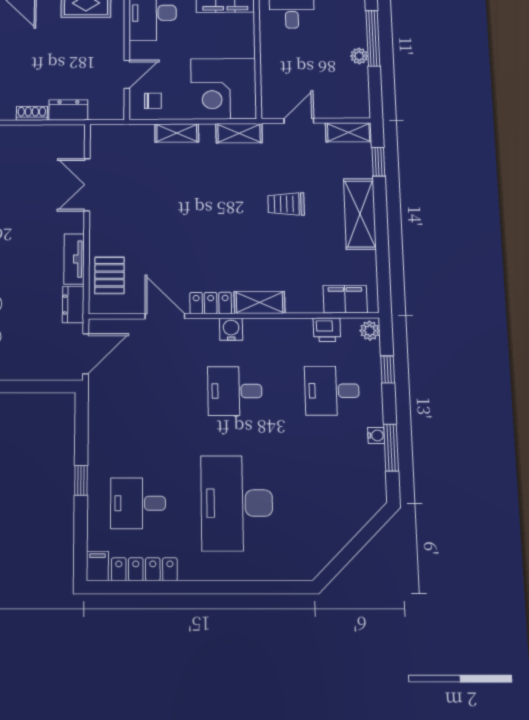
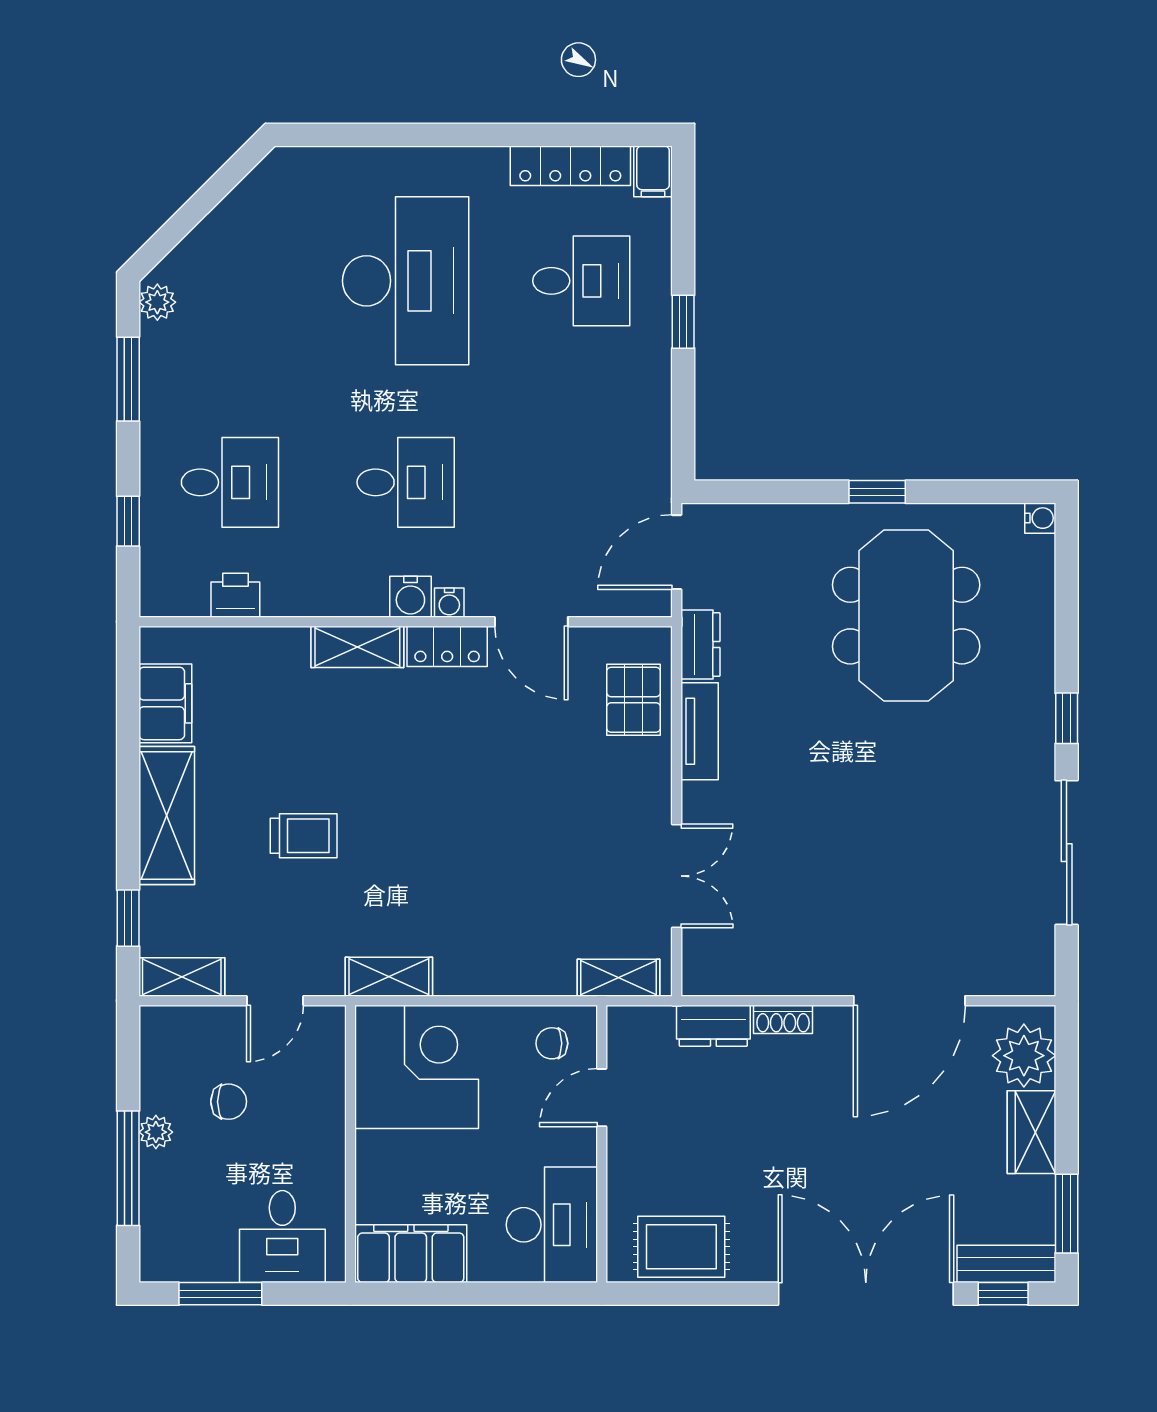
chair: (322, 71) -> (229, 1102), added
shelving: (177, 133) -> (619, 978), moved
filing cabinet: (345, 299) -> (165, 703), moved, turned -90
plant: (370, 331) -> (157, 302), moved
water cooler: (376, 435) -> (449, 603), moved, turned -90

